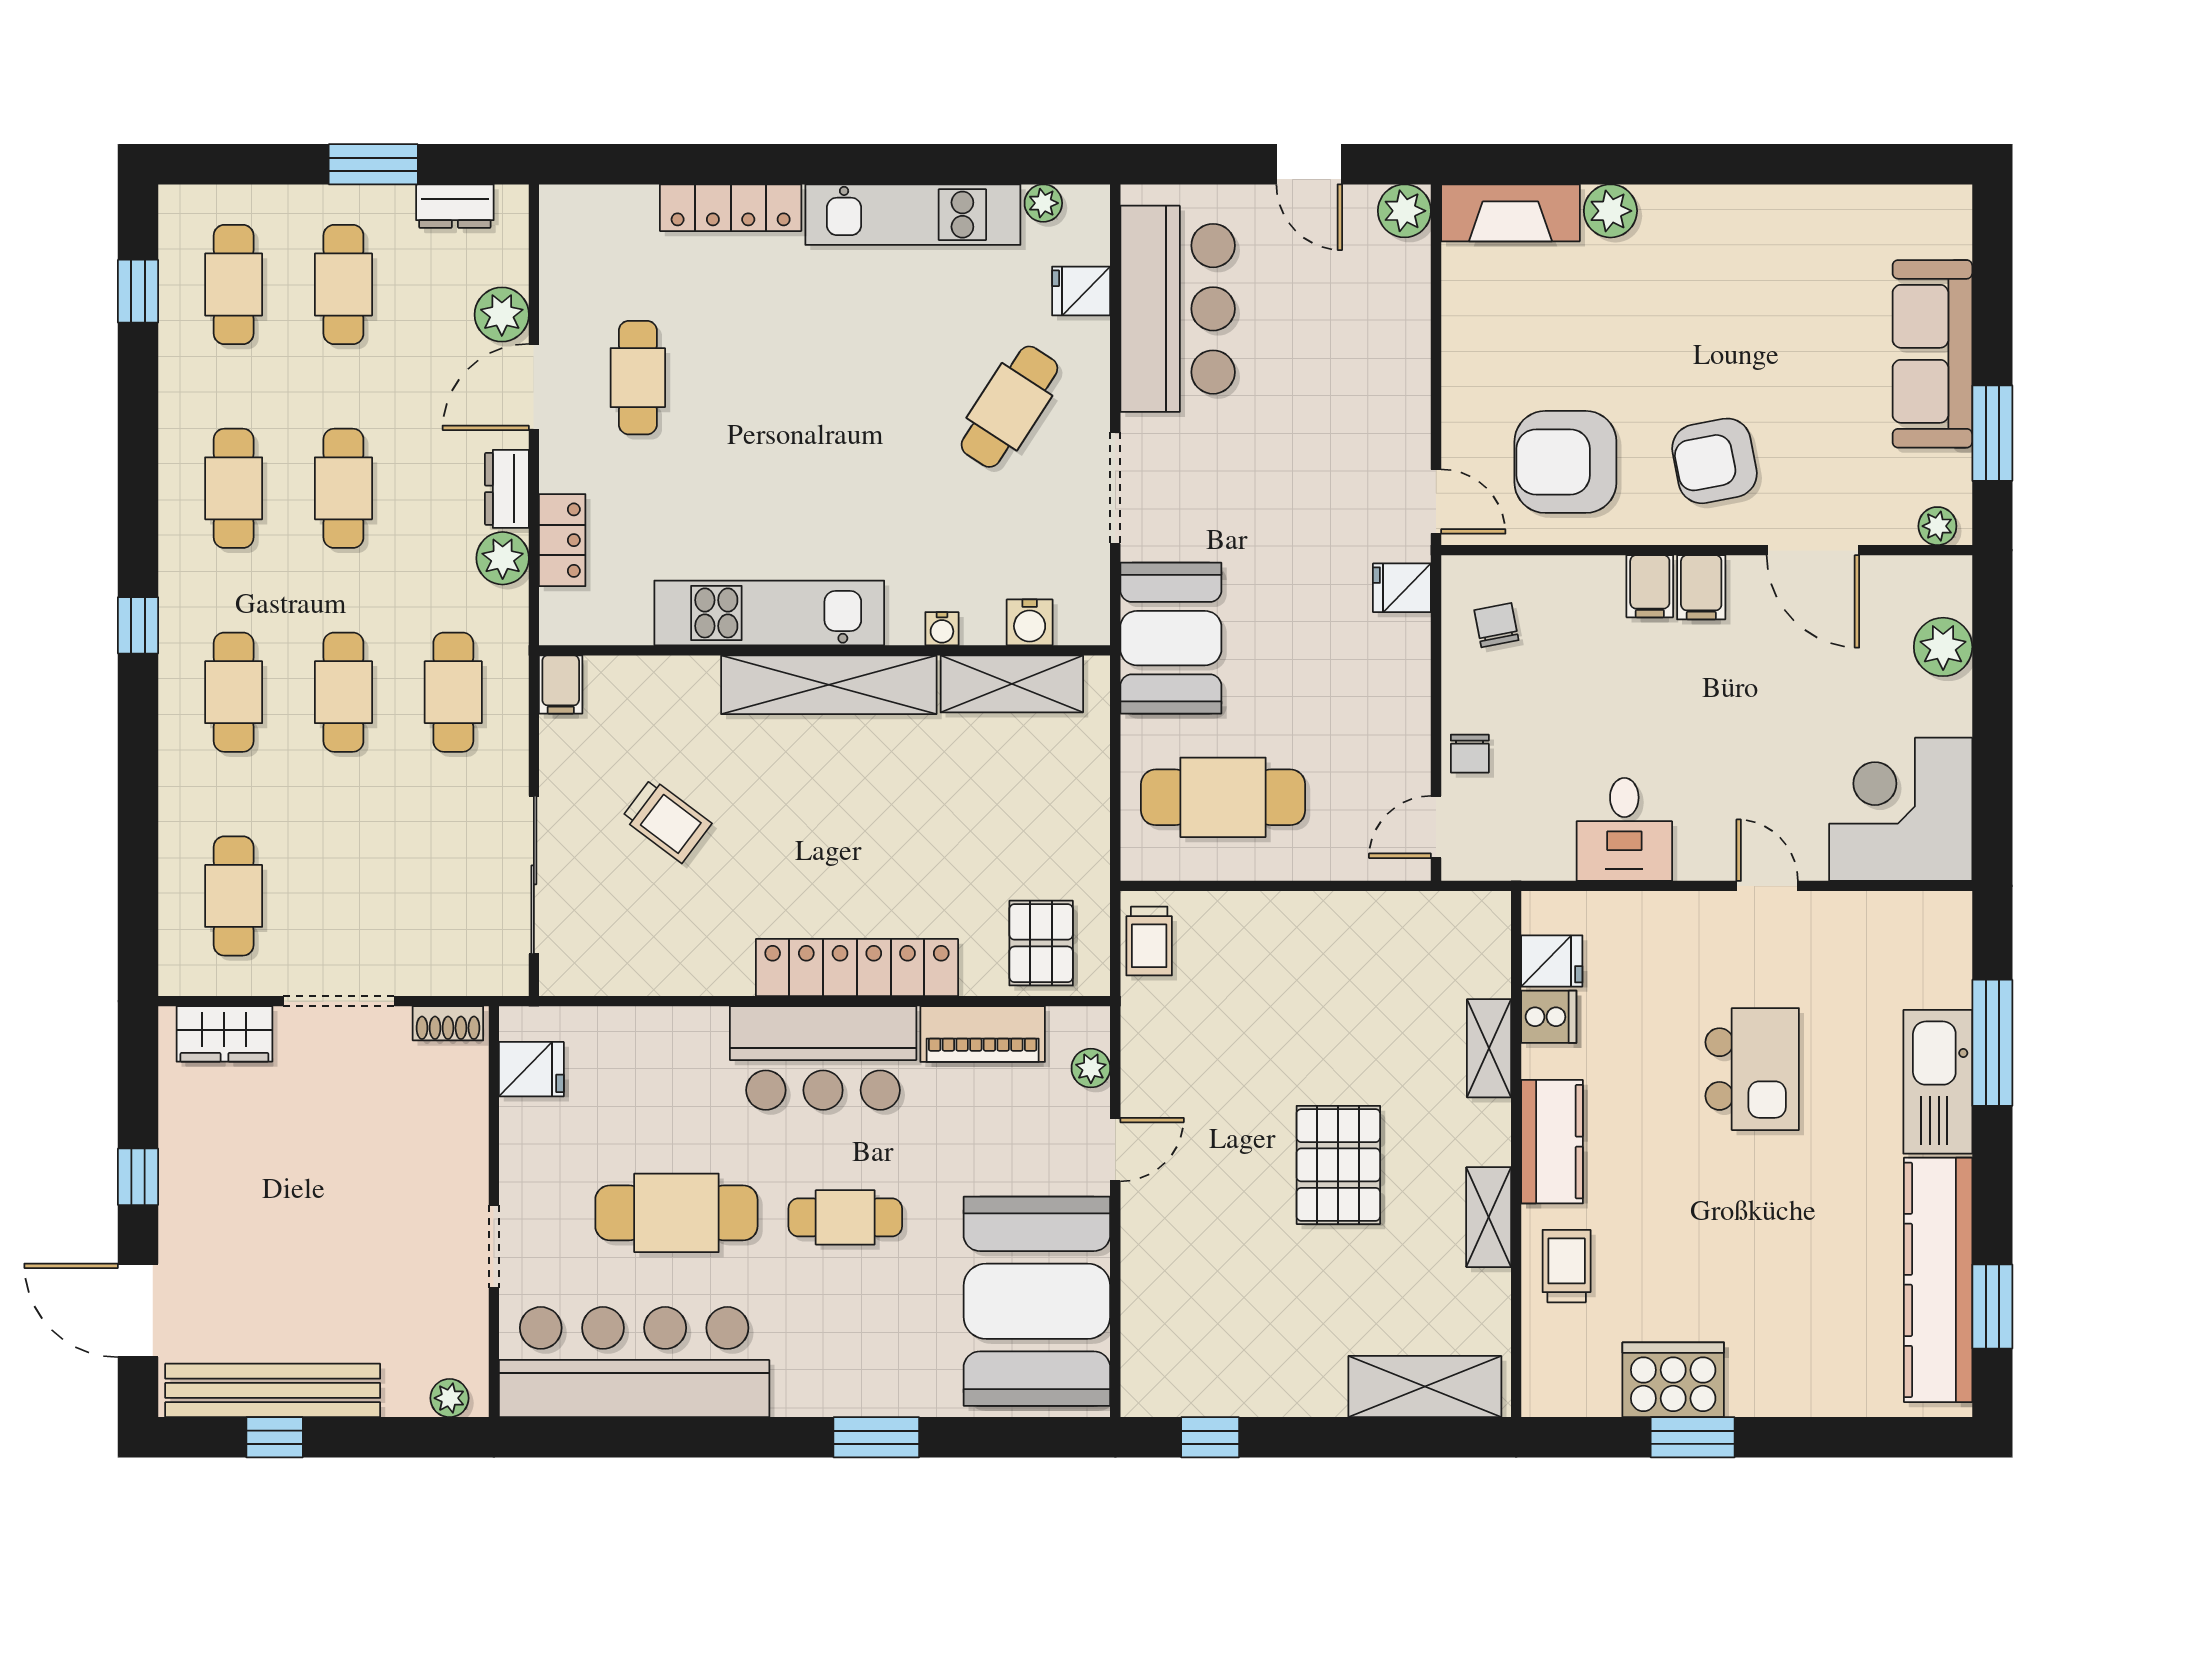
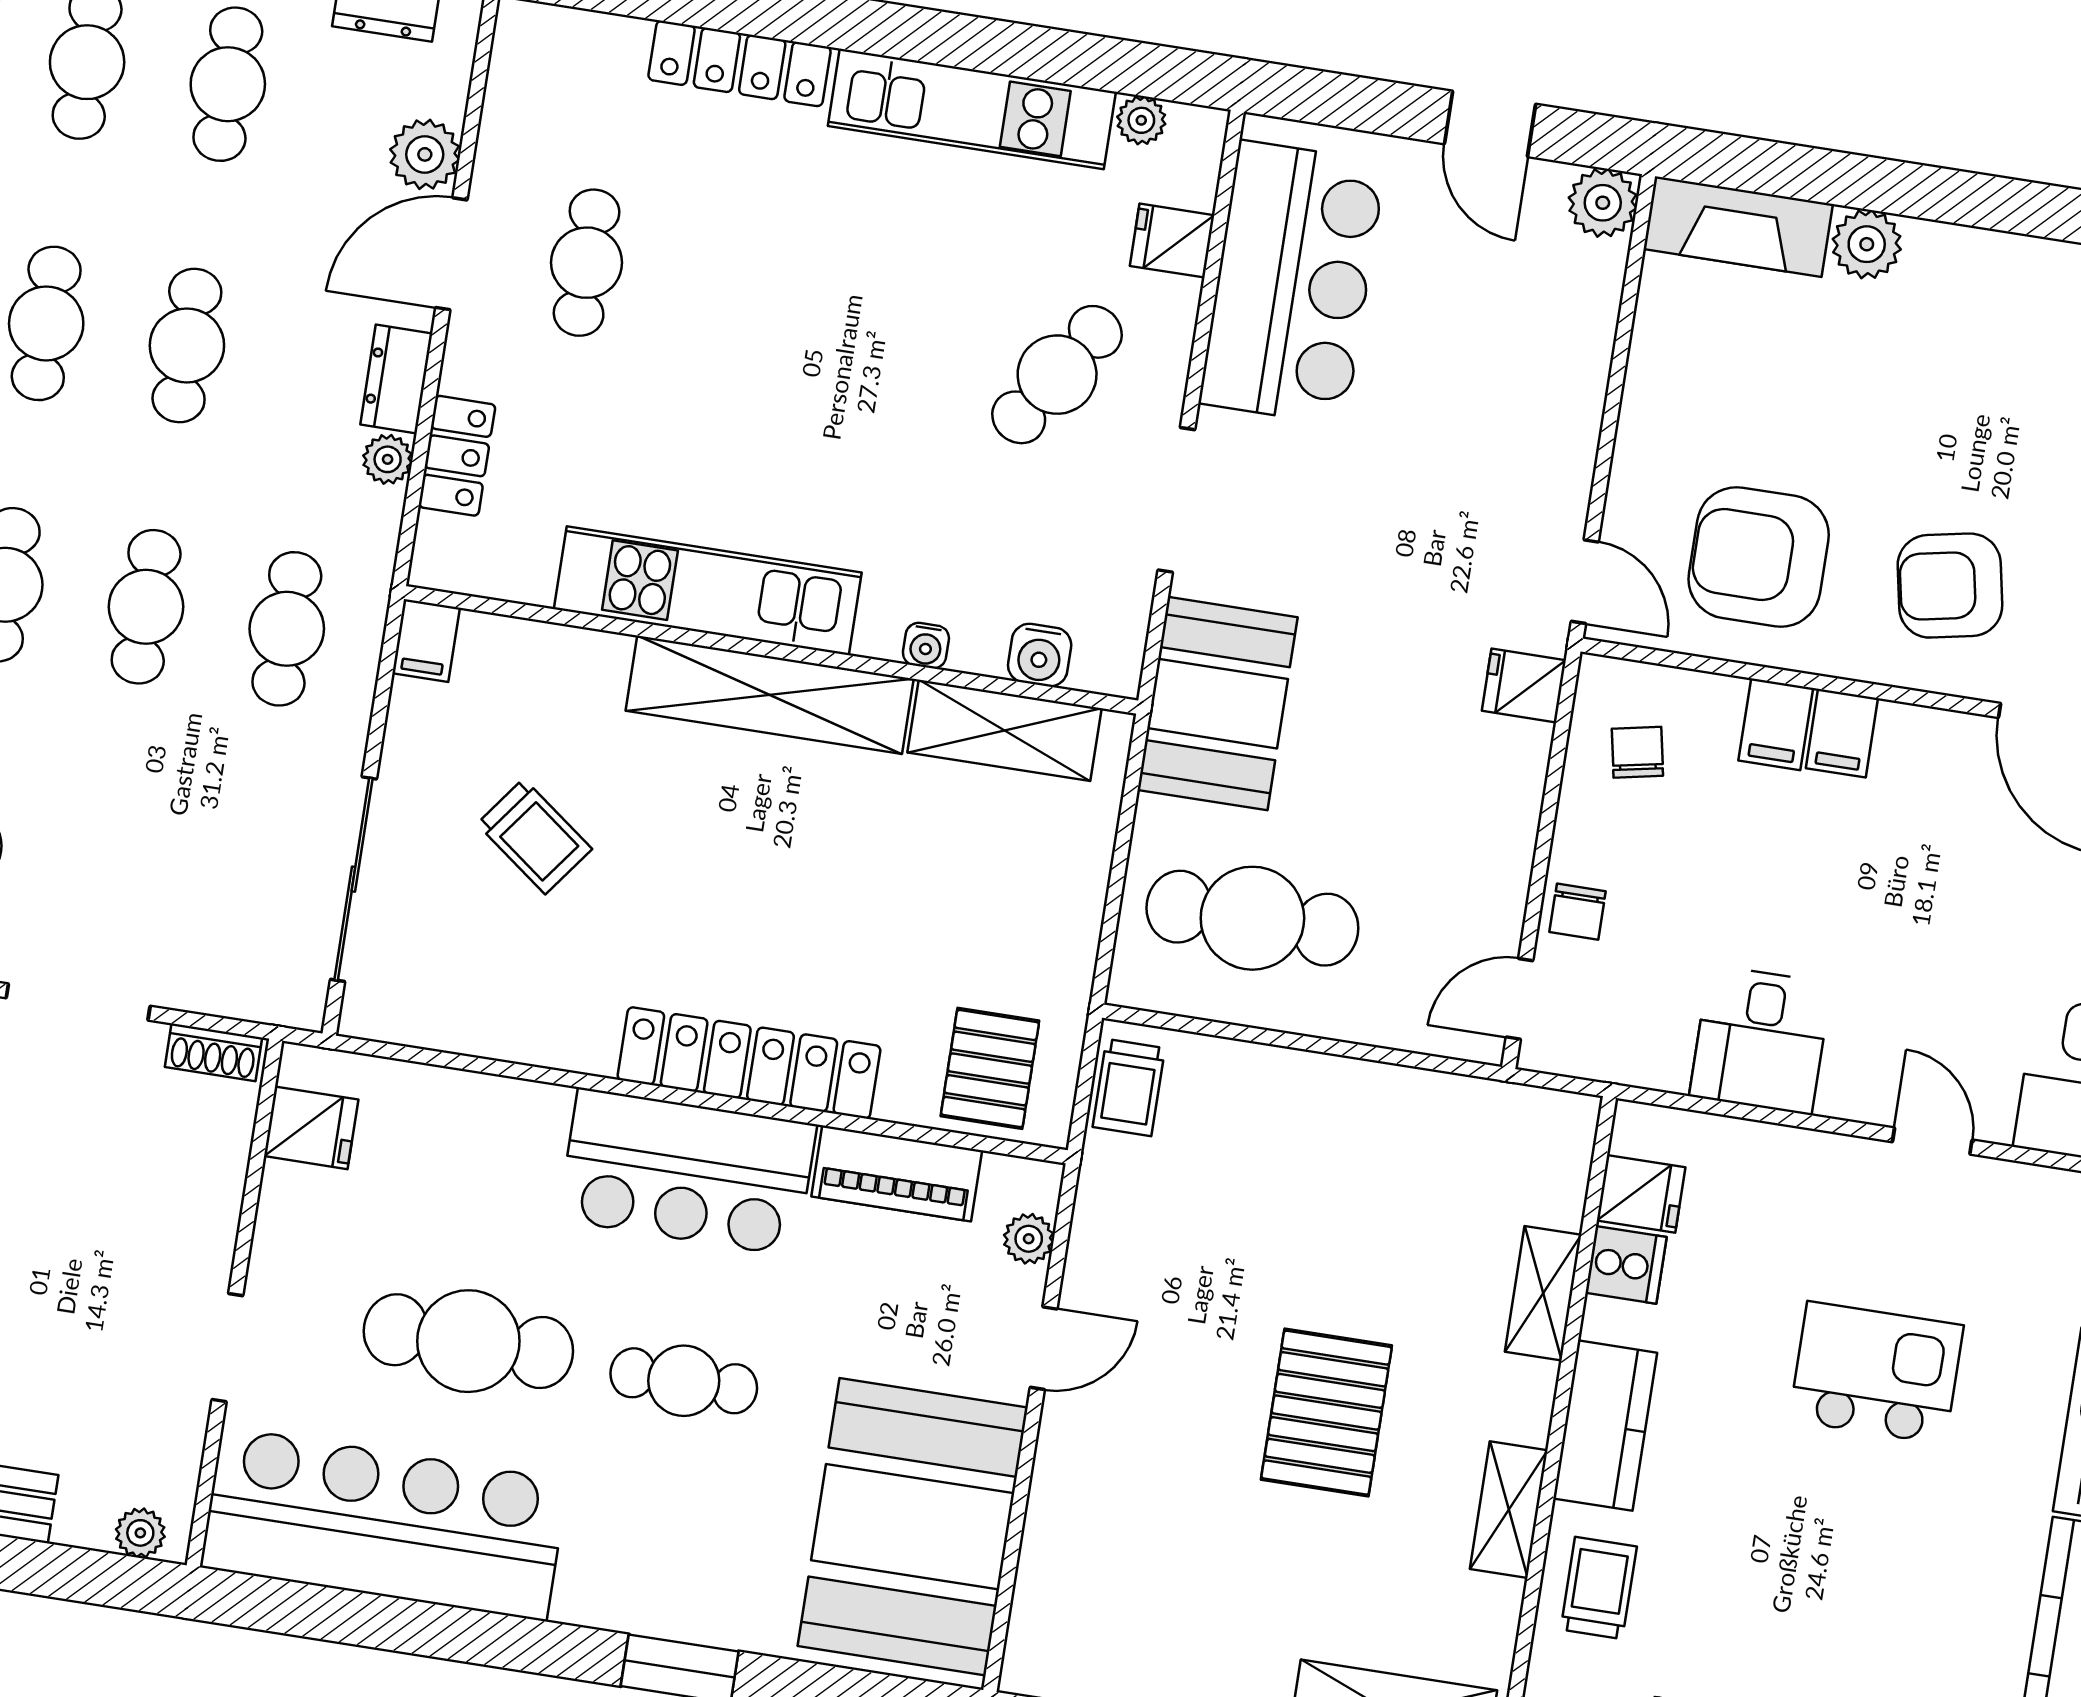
plant: (503, 558) -> (388, 459), width x0.73, depth x0.73
filing cabinet: (1701, 587) -> (1776, 724), moved
kitchen island: (1752, 1069) -> (1876, 1373), turned -90

